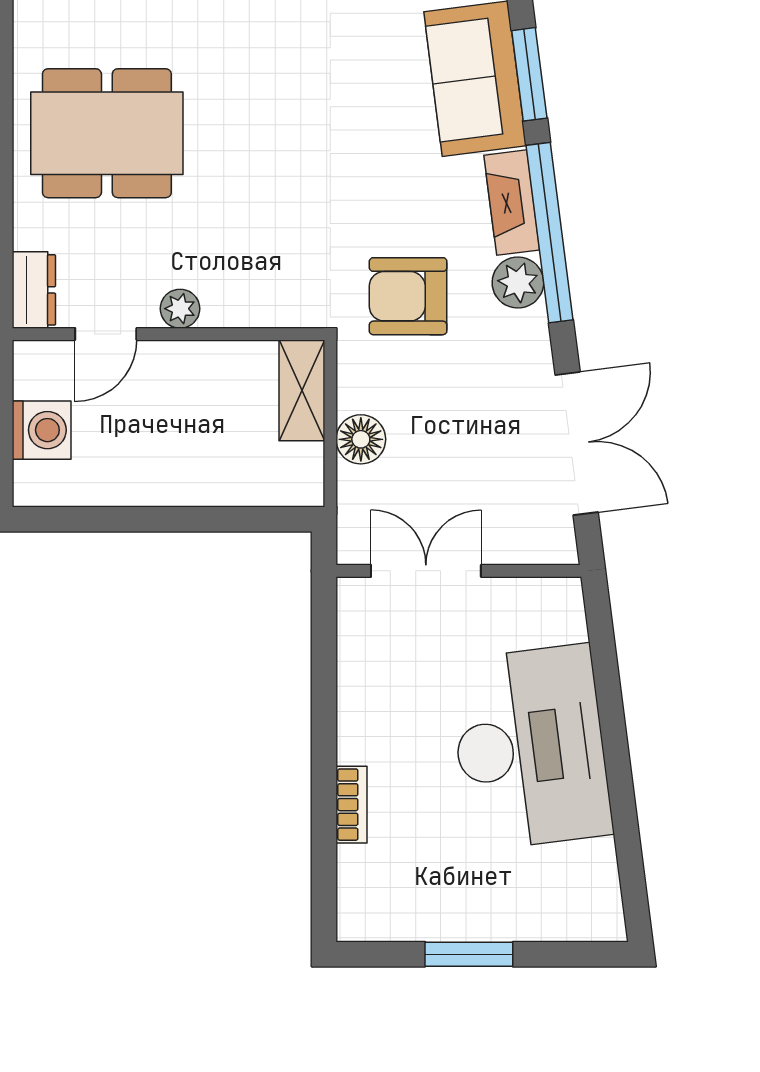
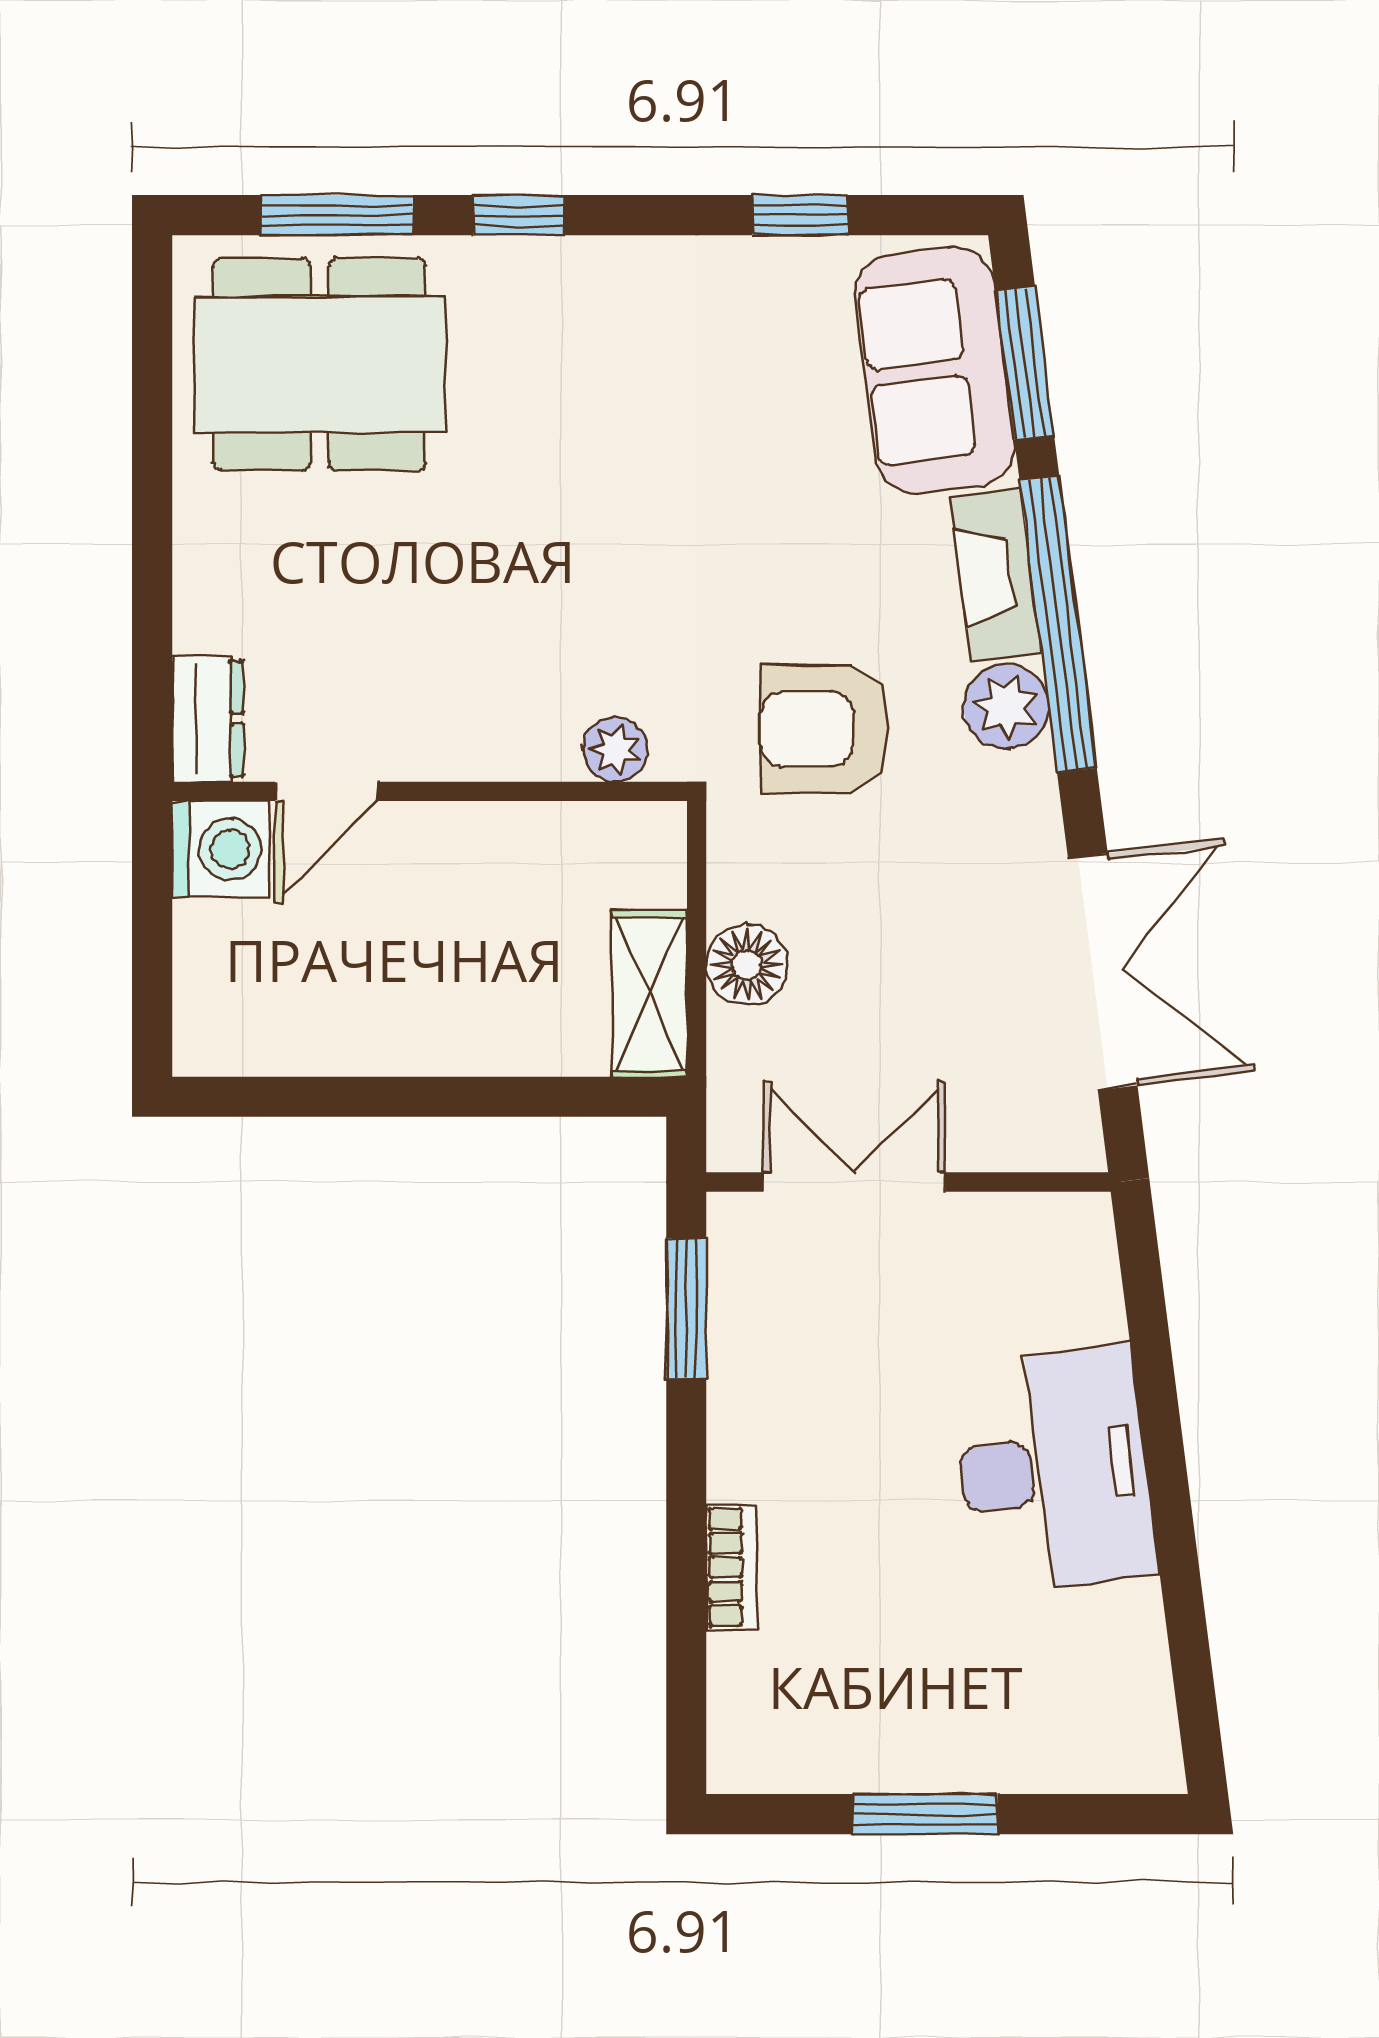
dining table: (107, 133) -> (320, 364), moved
plant: (180, 309) -> (615, 750), moved
shelving: (302, 390) -> (650, 993), moved
washing machine: (42, 430) -> (220, 849), moved
window: (324, 648) -> (686, 1308), added
desk: (530, 747) -> (1054, 1470), width x0.73, depth x0.77

